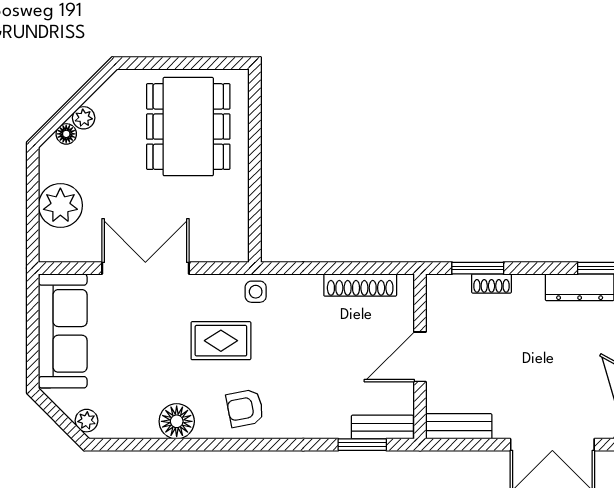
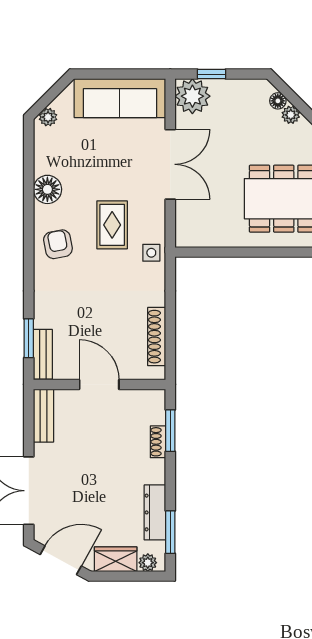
plant: (60, 205) -> (192, 96), moved
window: (33, 217) -> (212, 74), added

